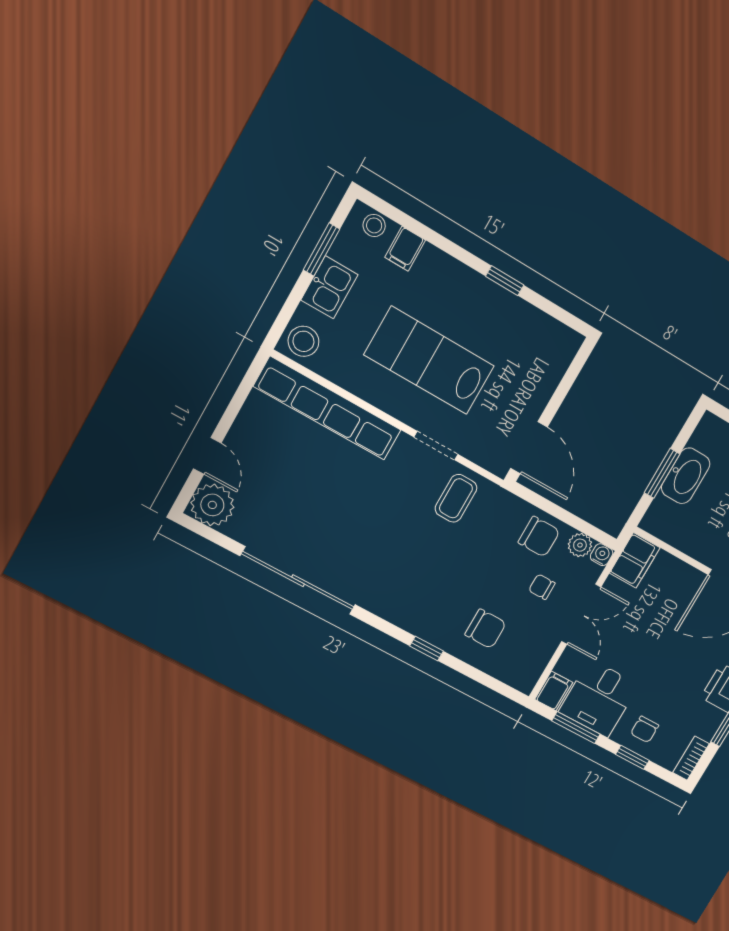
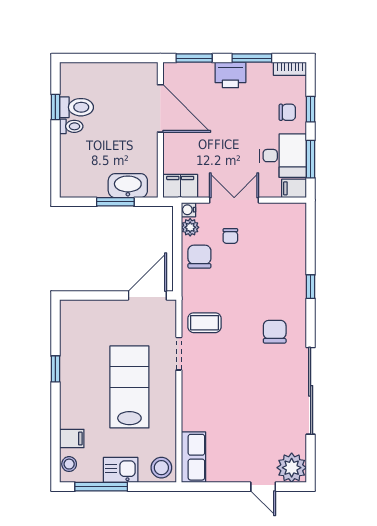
window: (321, 250) -> (101, 487), width x1.44
lab bench: (429, 360) -> (129, 387), turned 180
row of seats: (328, 408) -> (193, 457), width x0.50
door: (207, 456) -> (263, 487), swing flipped
washbasin: (686, 476) -> (128, 186), moved
chair: (486, 629) -> (275, 332), moved

